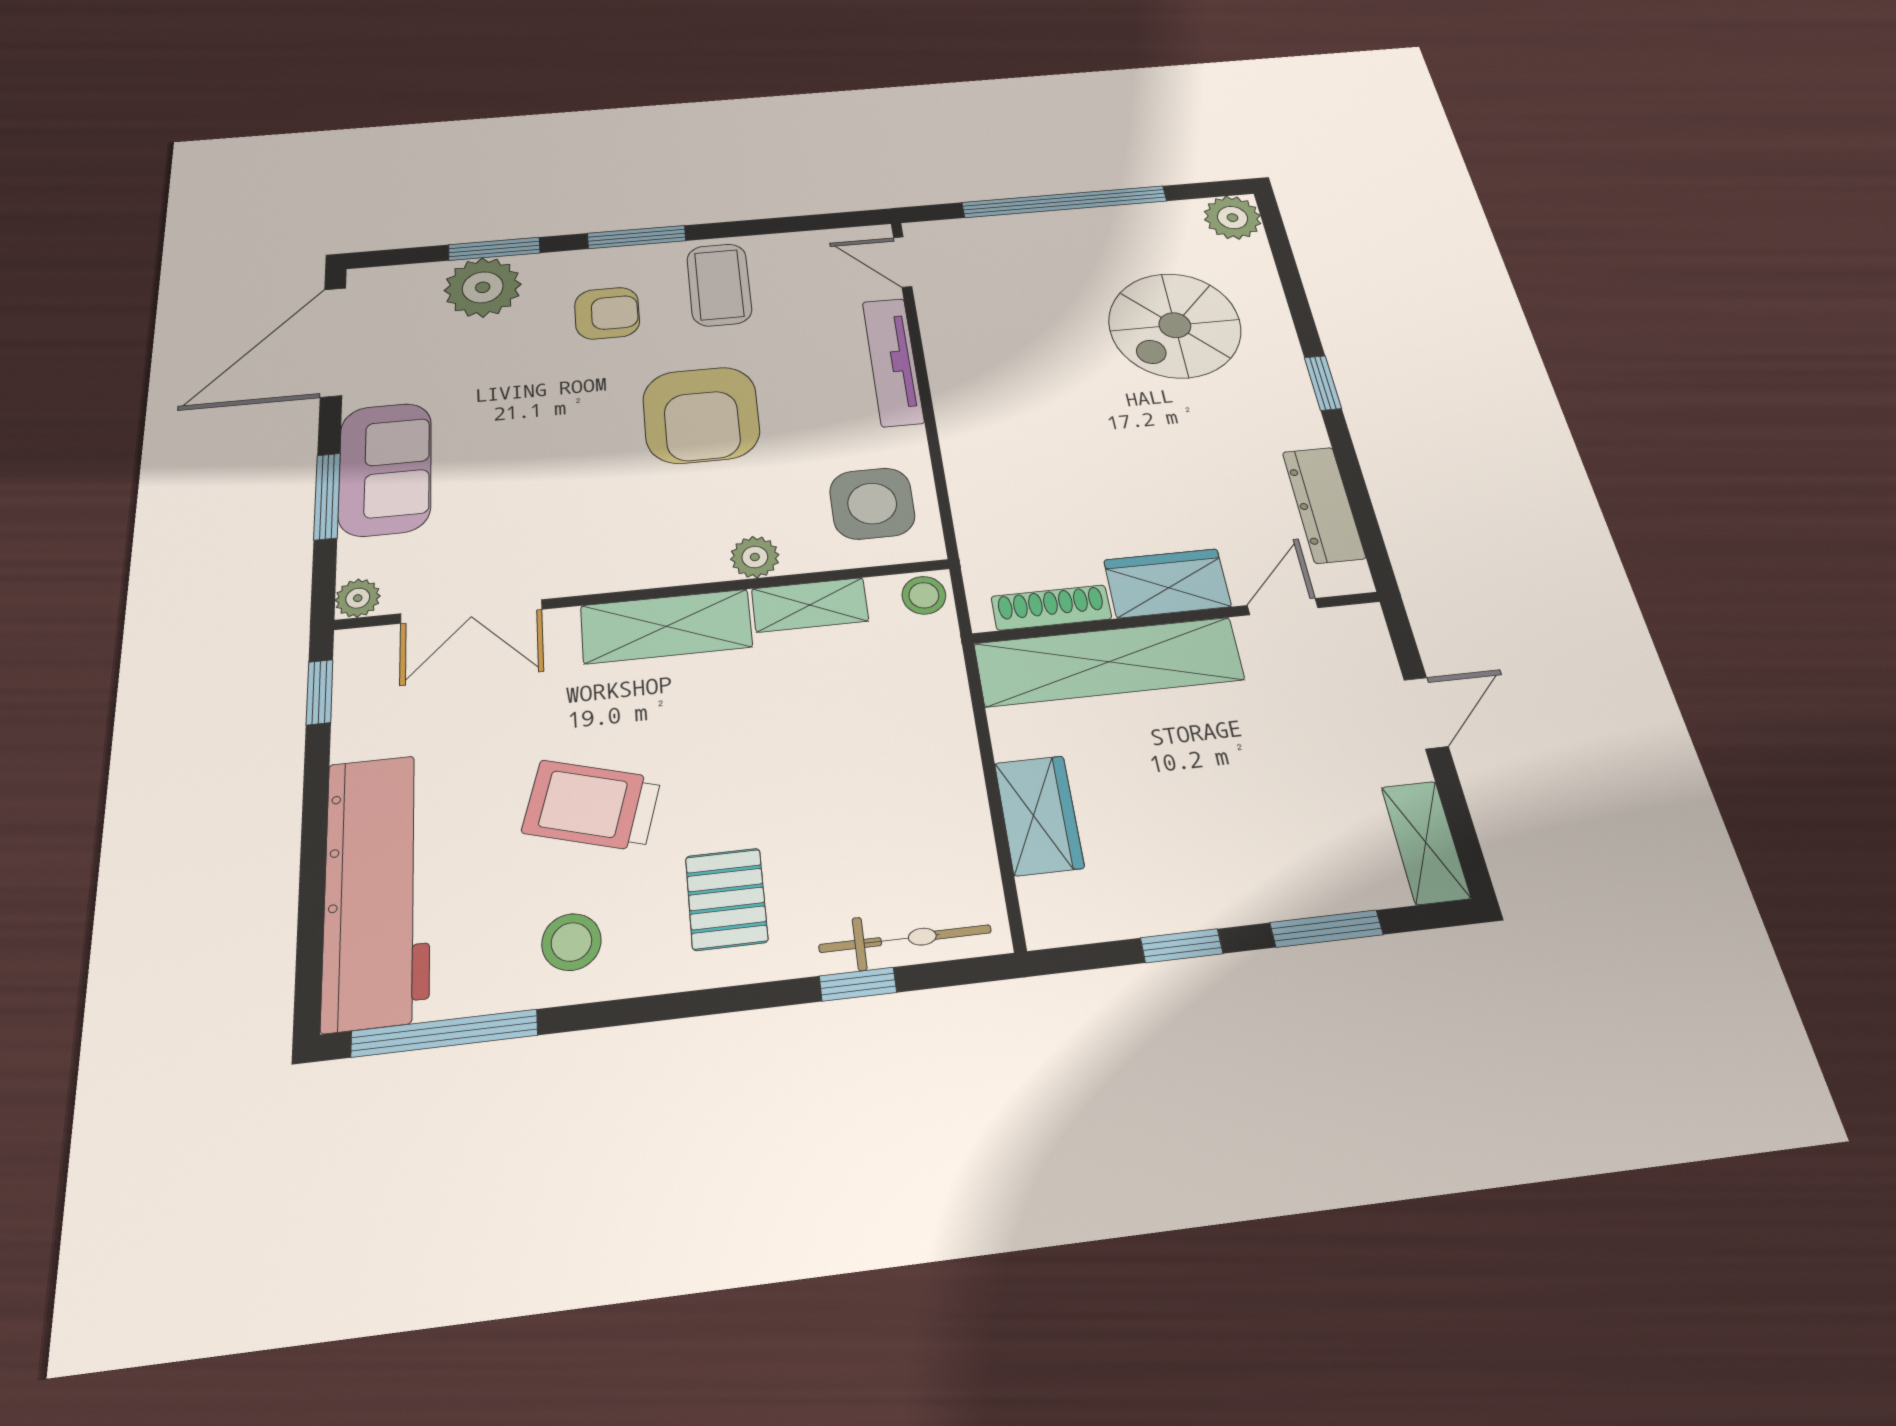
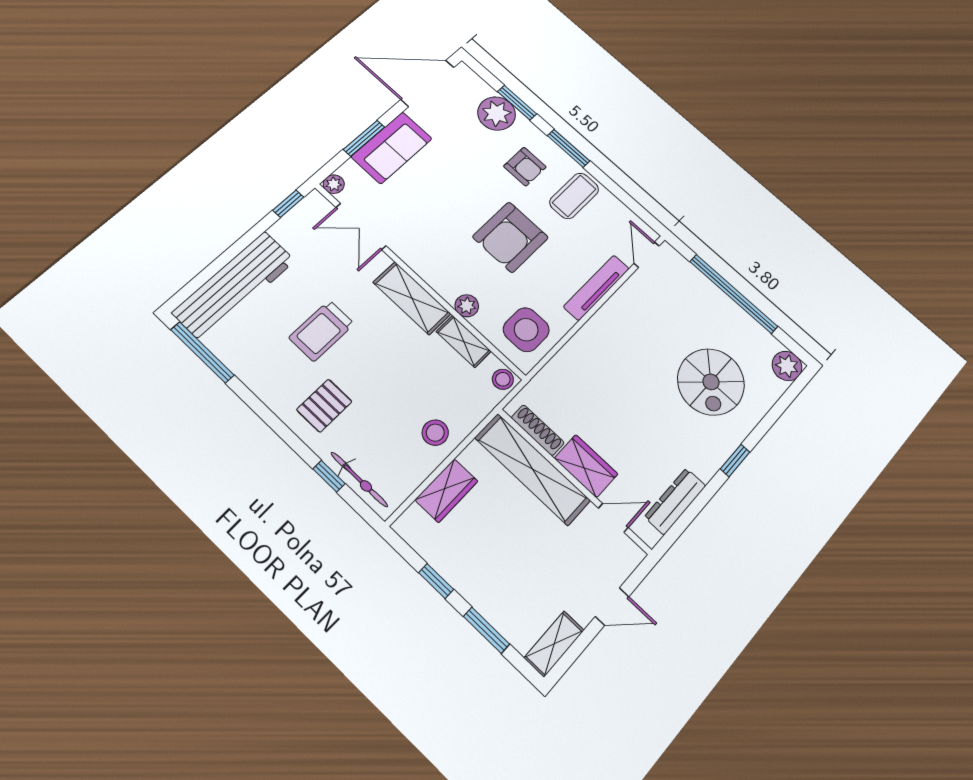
spiral stairs: (1175, 325) -> (711, 382), turned -90
trolley: (592, 805) -> (322, 331), turned -106
stool: (571, 942) -> (435, 433), moved

